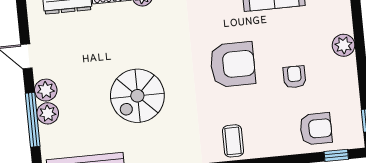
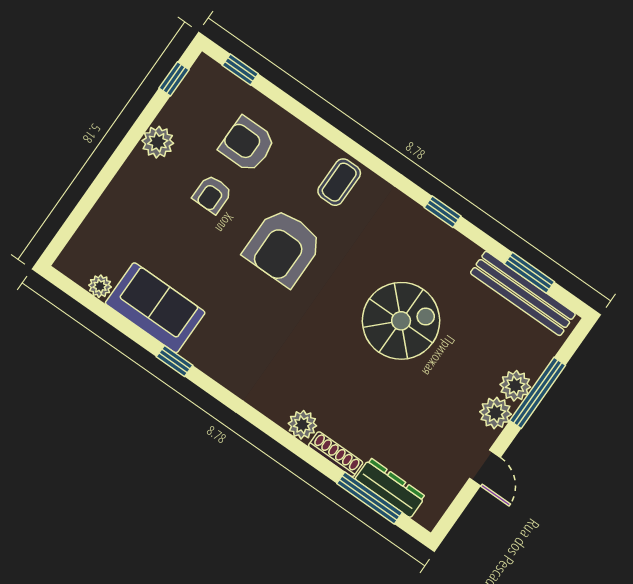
plant: (344, 45) -> (158, 142), moved
armchair: (233, 64) -> (283, 247), moved, turned -90
armchair: (316, 129) -> (247, 144), moved

